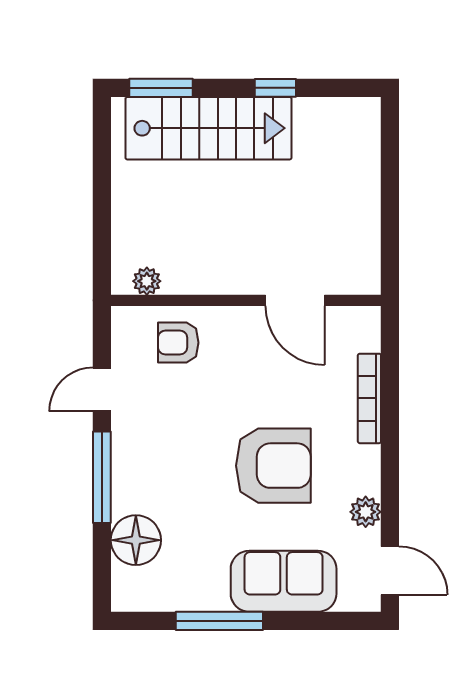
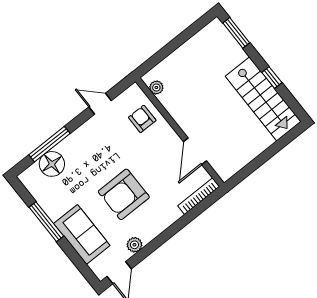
stairs: (209, 128) -> (263, 99), moved
bookcase: (369, 398) -> (199, 196), moved
armchair: (273, 466) -> (124, 194), turned 90
window: (102, 477) -> (49, 144), moved

